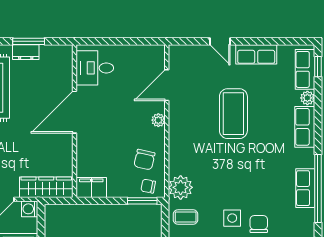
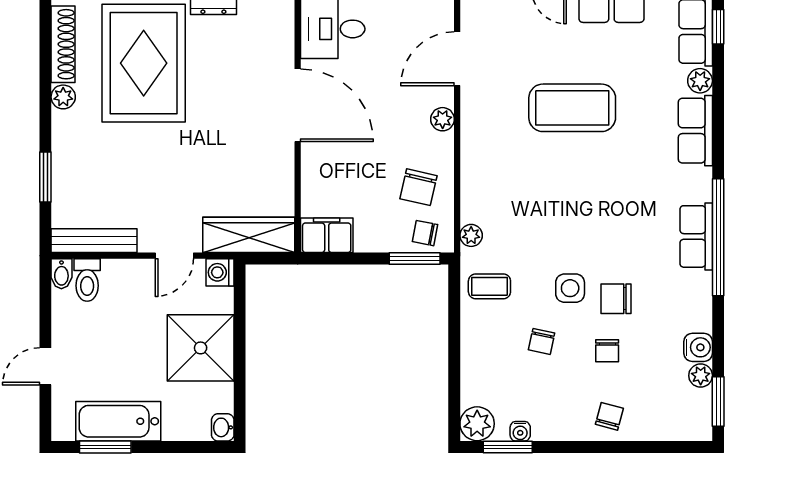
door: (74, 112) -> (298, 105), swing flipped
coffee table: (233, 114) -> (572, 108), turned 90
plant: (181, 187) -> (471, 235), width x0.53, depth x0.53
chair: (259, 224) -> (616, 299), turned -90

